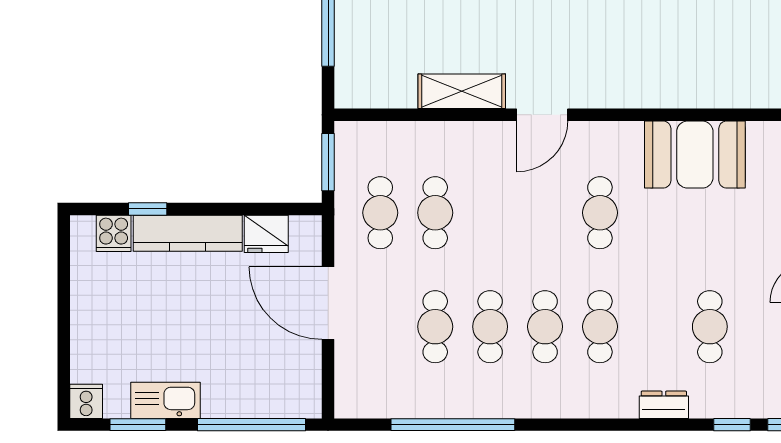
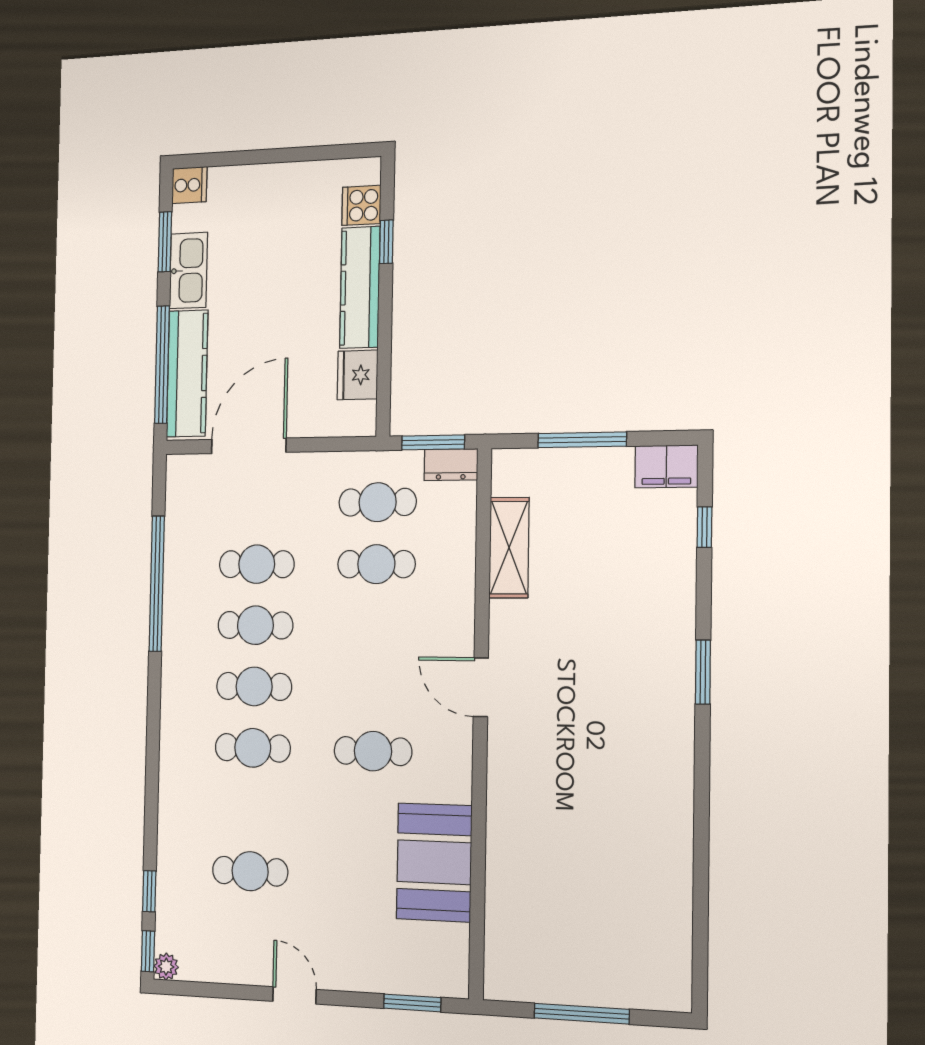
shelving: (462, 91) -> (509, 548), moved
door: (328, 303) -> (249, 446), moved
kitchen counter: (260, 399) -> (187, 373), added
dresser: (664, 405) -> (451, 465), moved, turned 90

